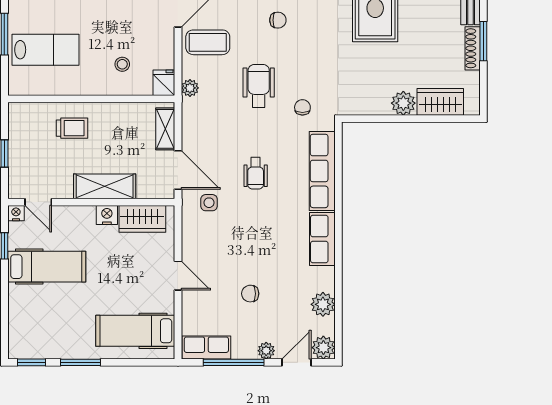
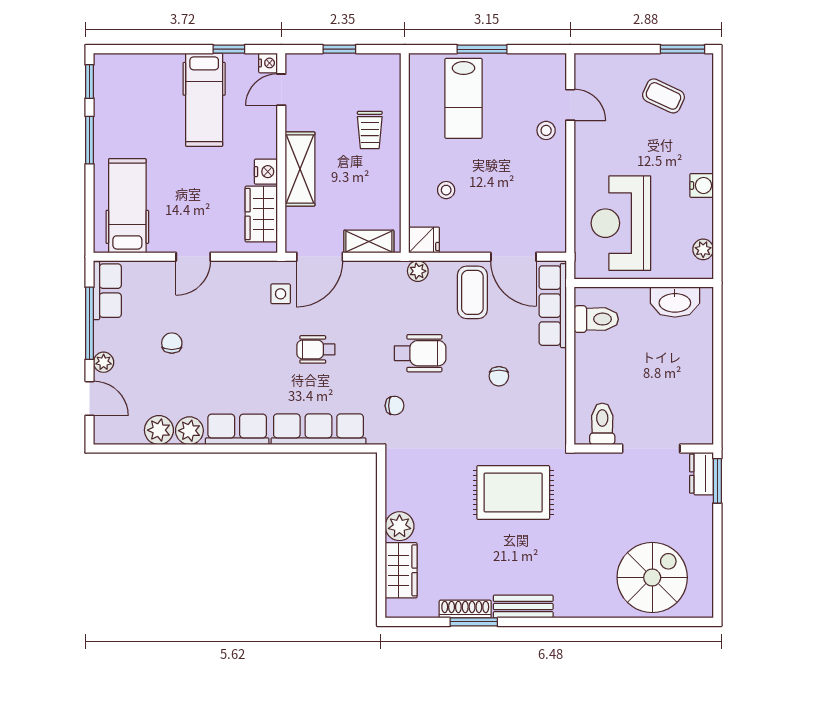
plant: (323, 348) -> (189, 431), moved

